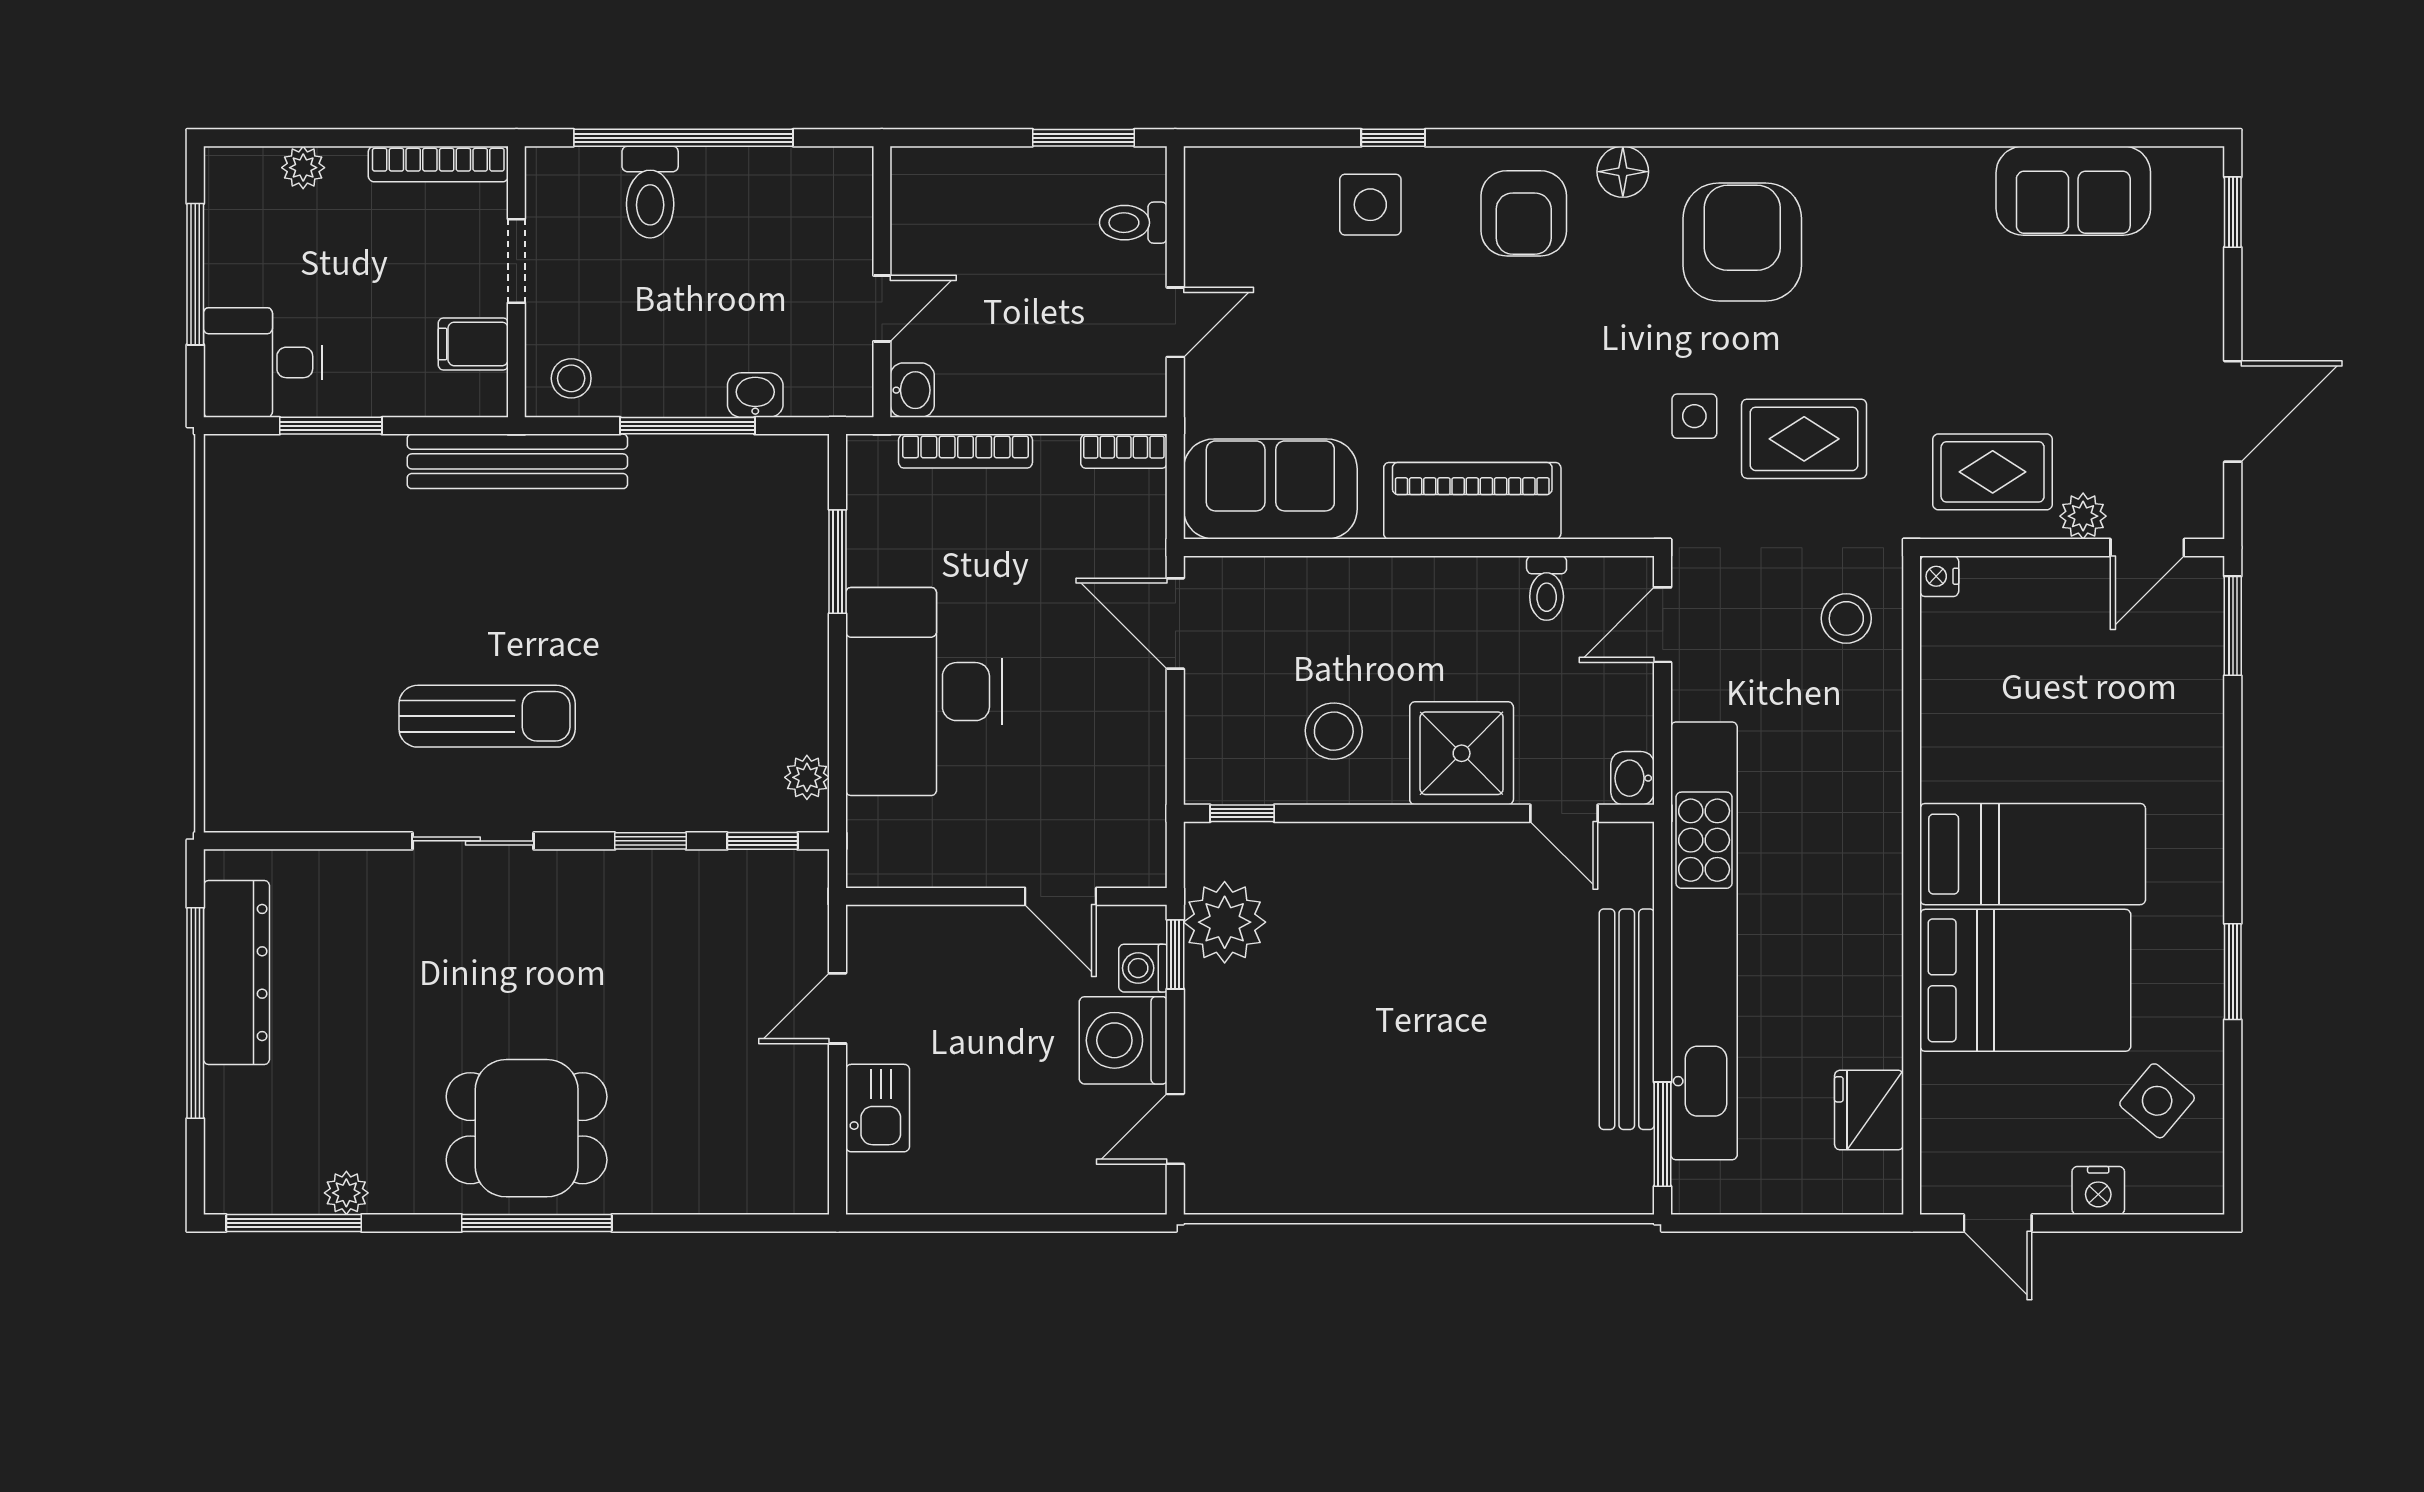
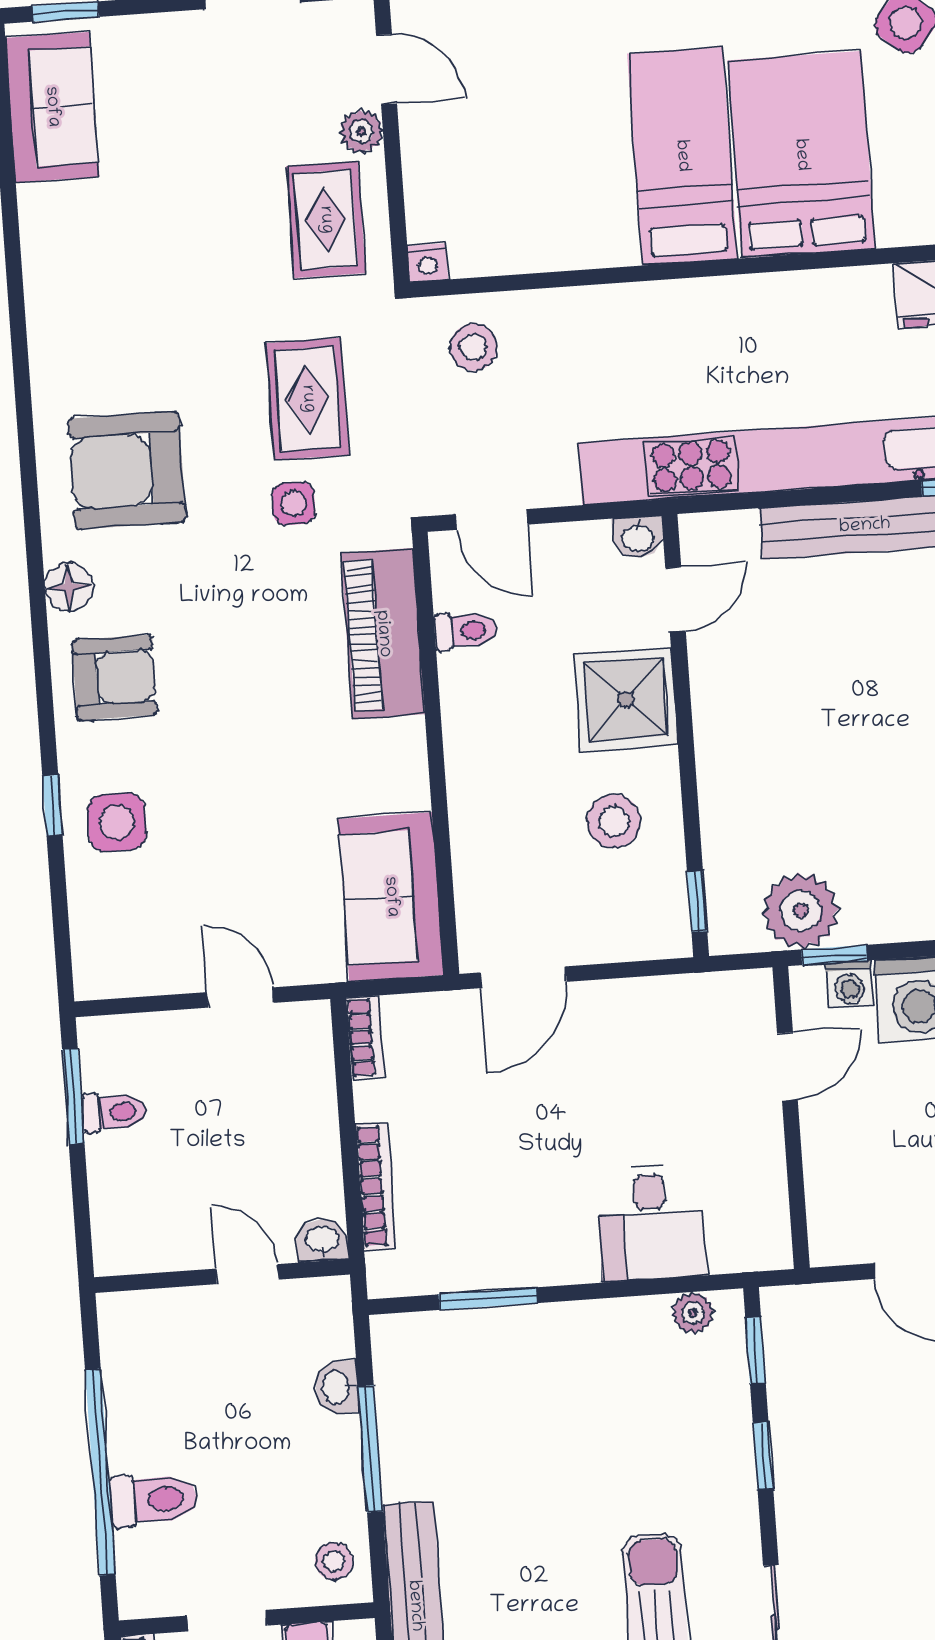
sofa: (2073, 191) -> (52, 107), moved
toilet: (1133, 223) -> (114, 1112), moved, turned -90
piano: (1472, 501) -> (383, 634), moved
desk: (924, 692) -> (651, 1223), width x0.53, depth x0.77

